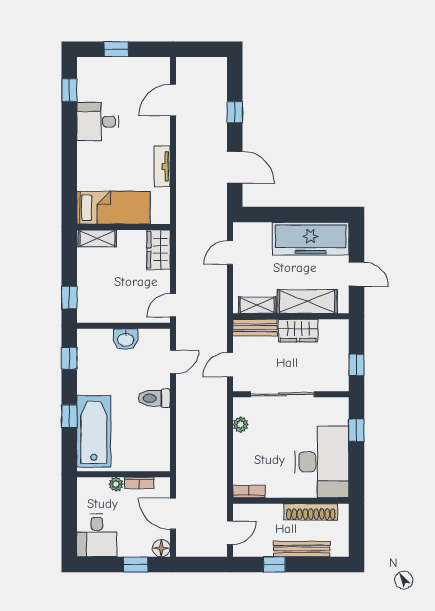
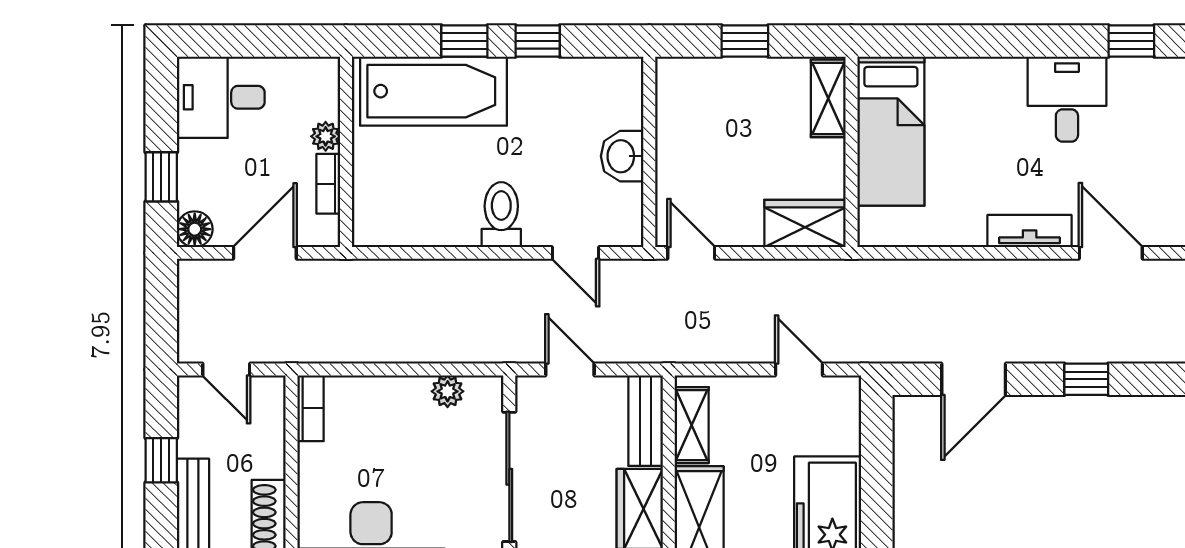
tv unit: (162, 166) -> (1030, 231), moved
window: (69, 297) -> (745, 41), moved
window: (69, 358) -> (538, 41), moved

